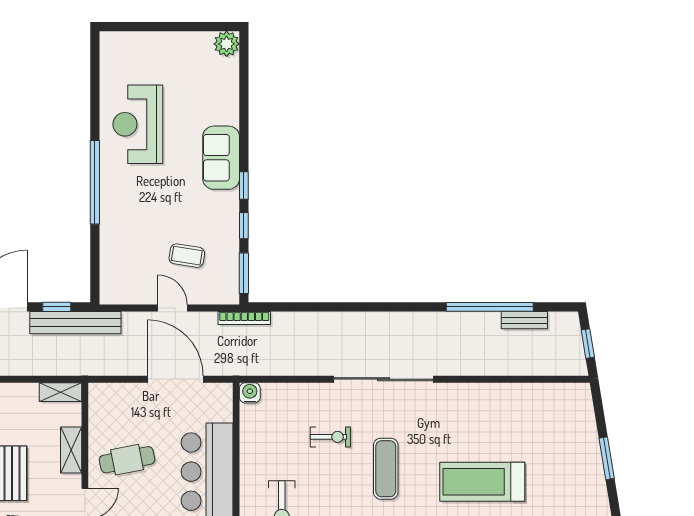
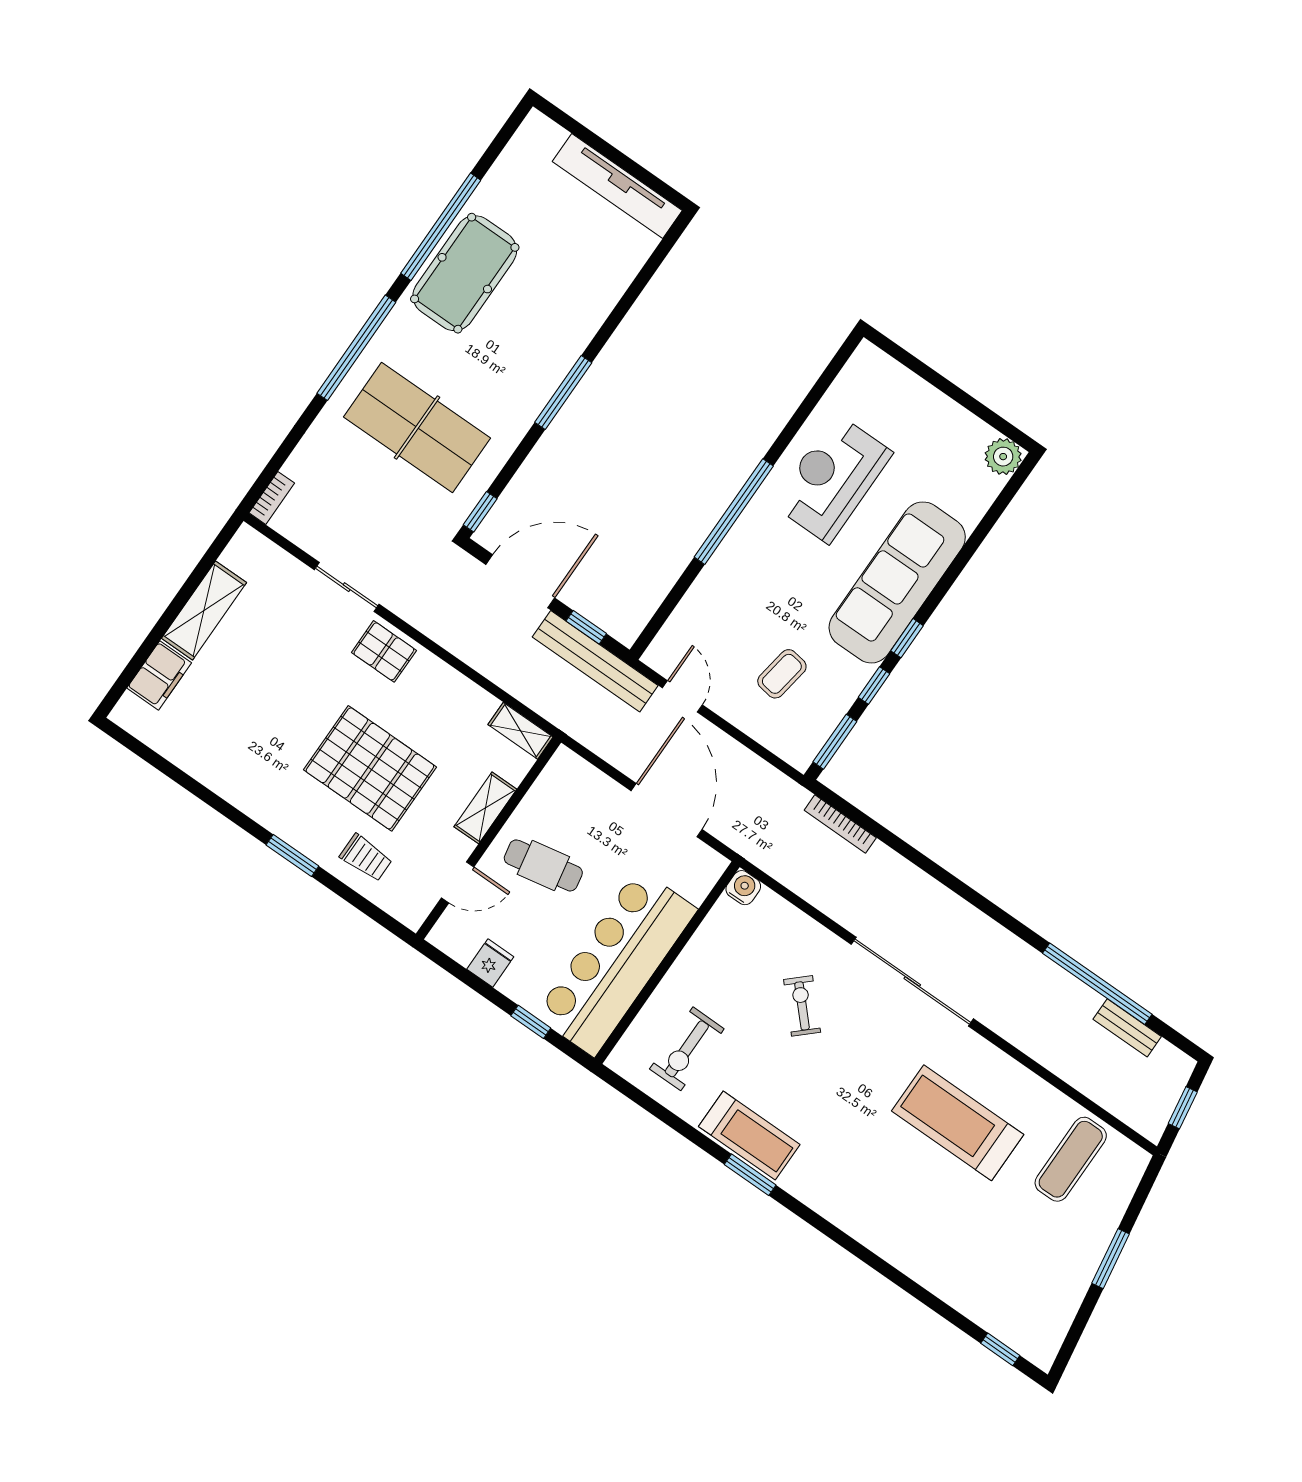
sofa: (221, 158) -> (897, 582), width x1.85, depth x1.27
coffee table: (187, 256) -> (782, 674), turned 90
door: (172, 308) -> (682, 696), moved
bookcase: (244, 318) -> (840, 824), moved
exercise bike: (330, 437) -> (802, 1006), turned -133
exercise mat: (386, 469) -> (1071, 1159), moved
treadmill: (482, 482) -> (958, 1123), moved

